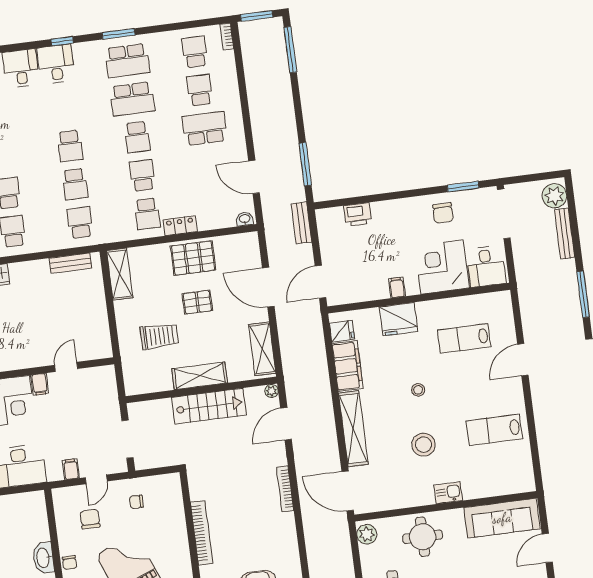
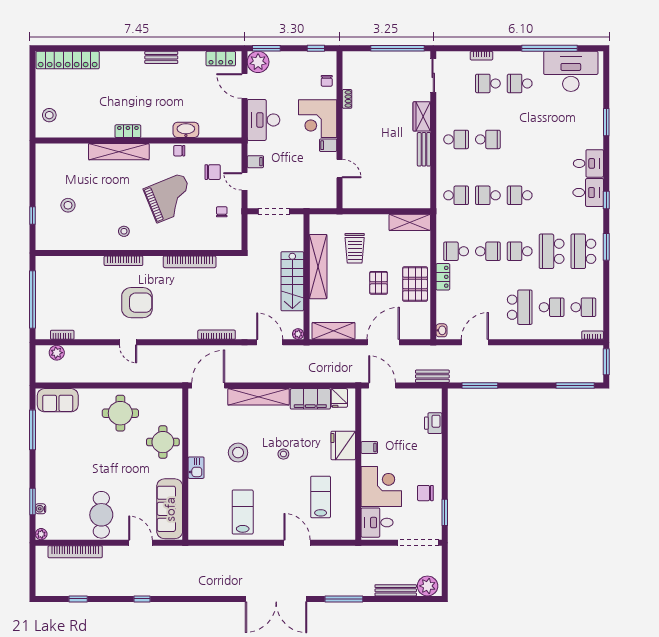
bench: (71, 263) -> (424, 149), moved
shelving: (200, 376) -> (318, 267), width x1.47
plant: (367, 534) -> (171, 397), removed

